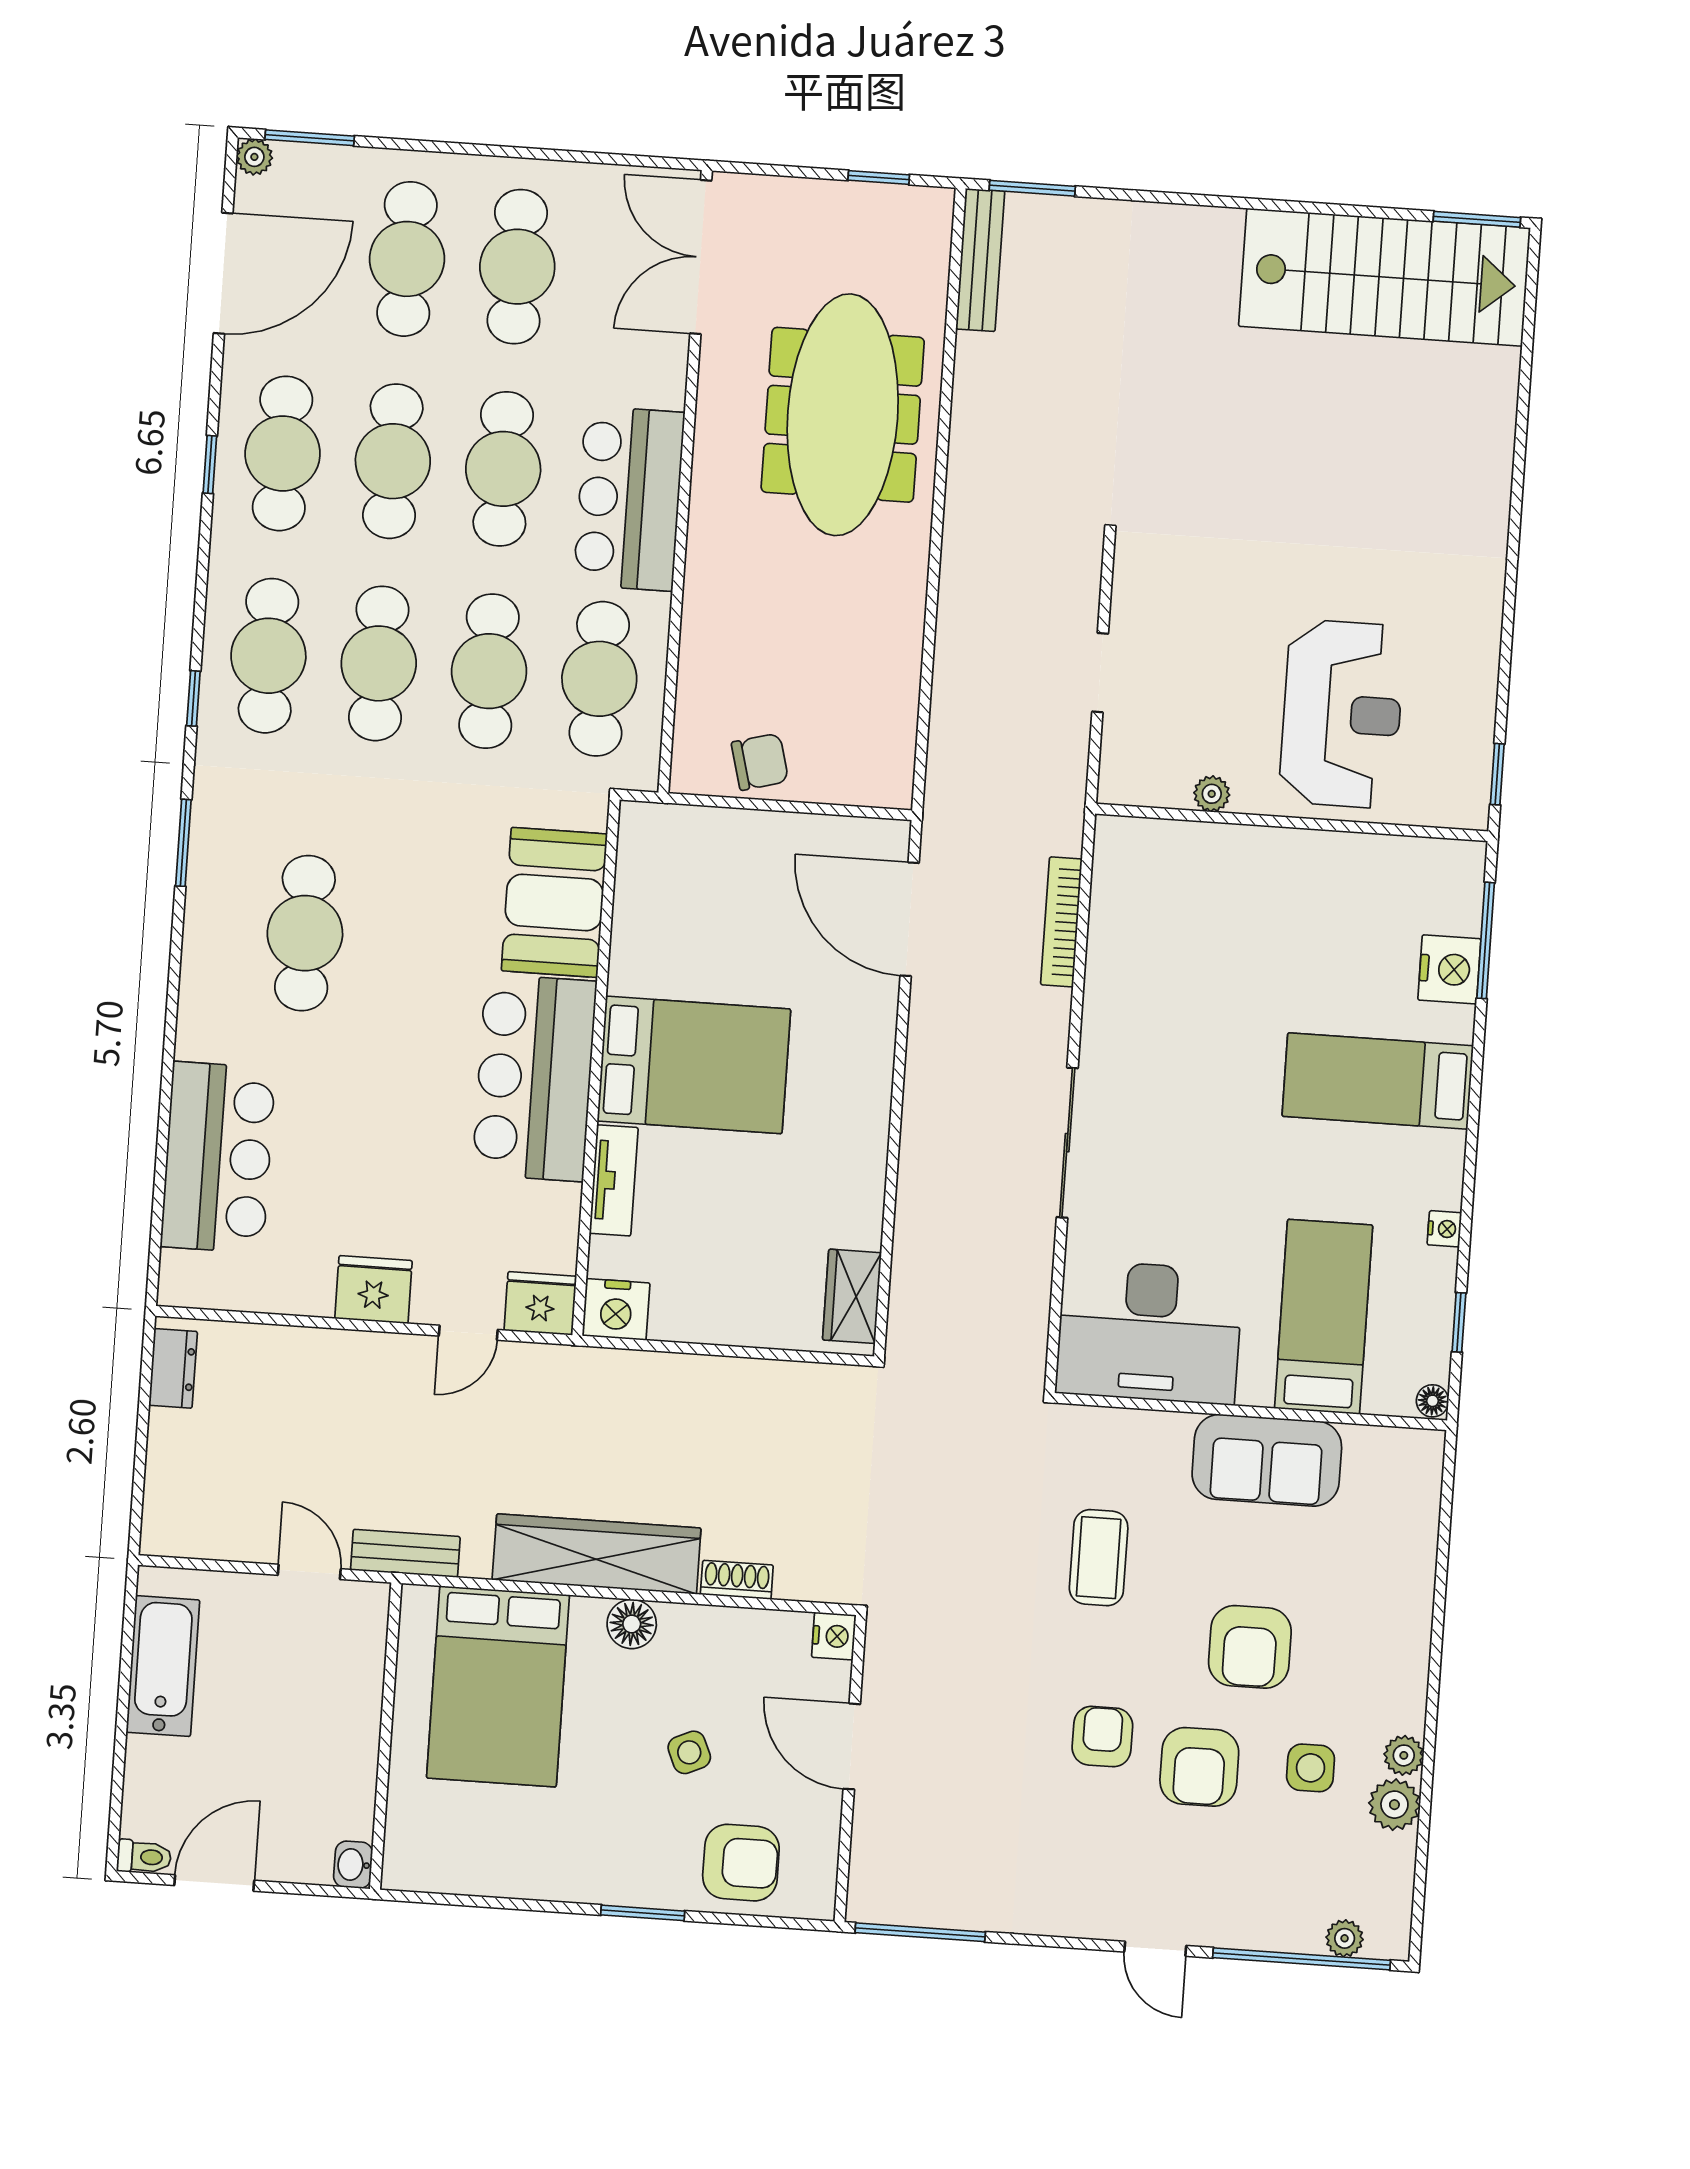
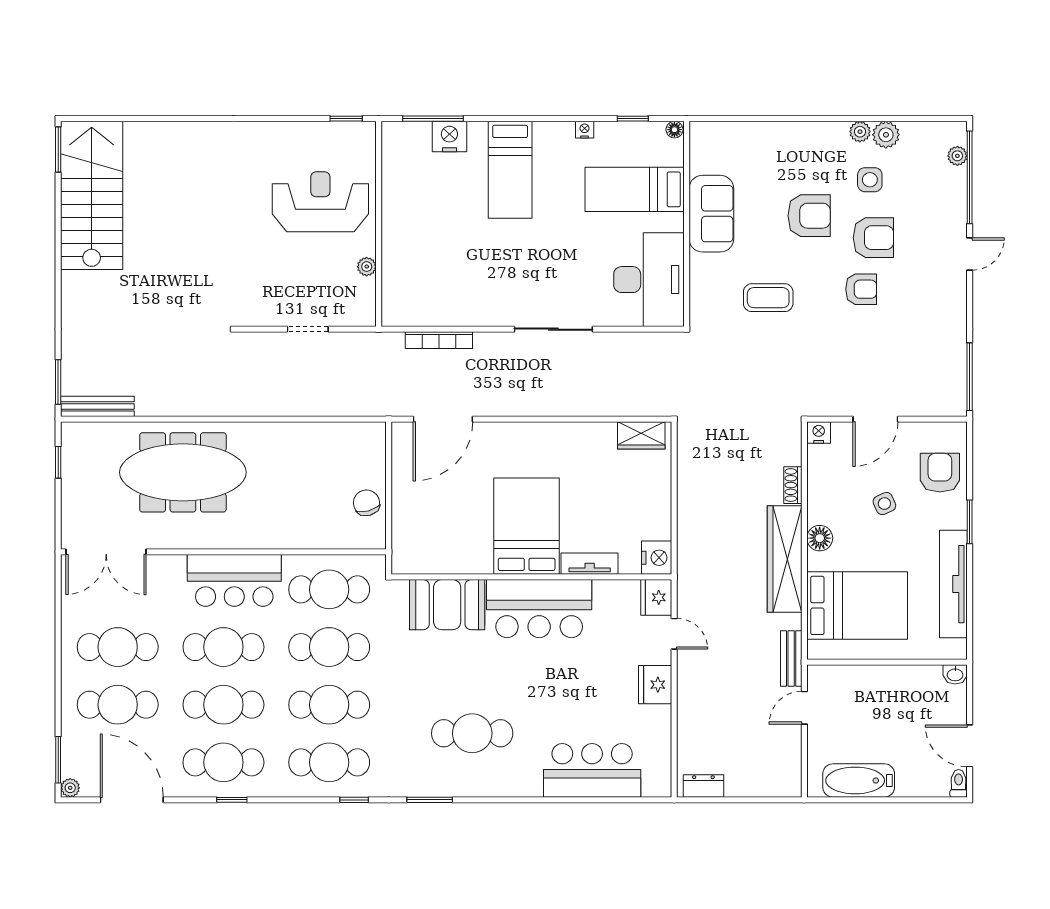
armchair: (1102, 1737) -> (861, 289), turned 180
tv unit: (526, 1873) -> (953, 584), added

